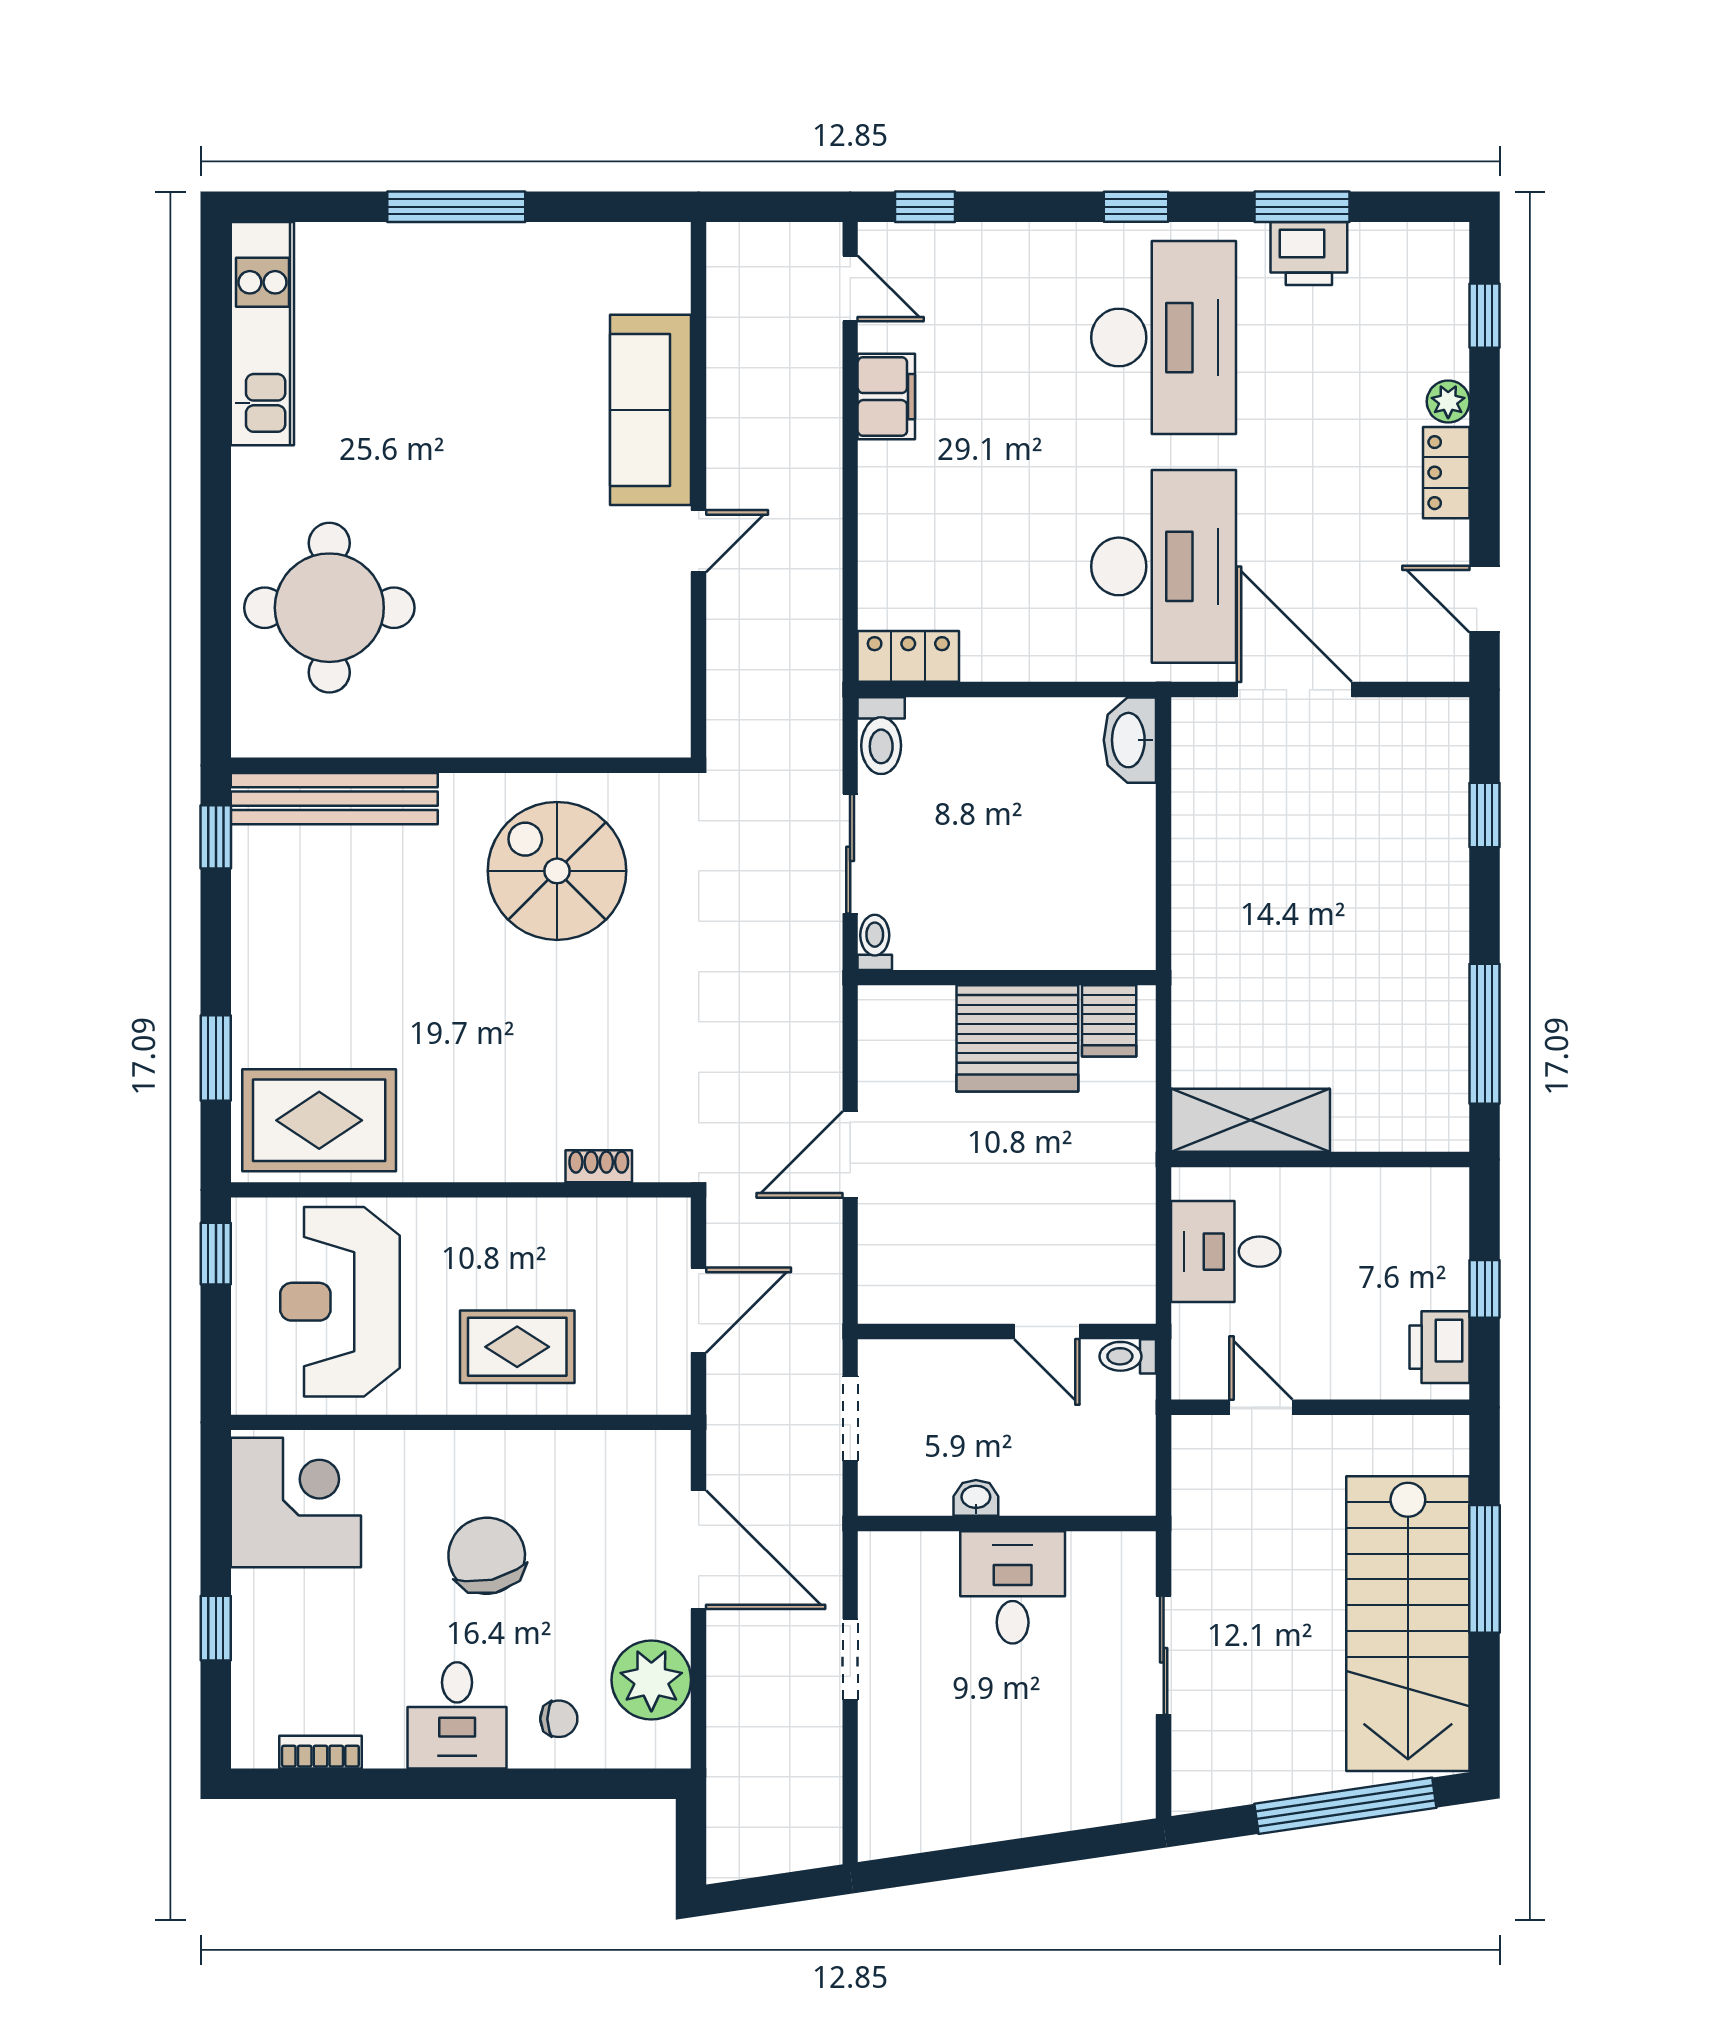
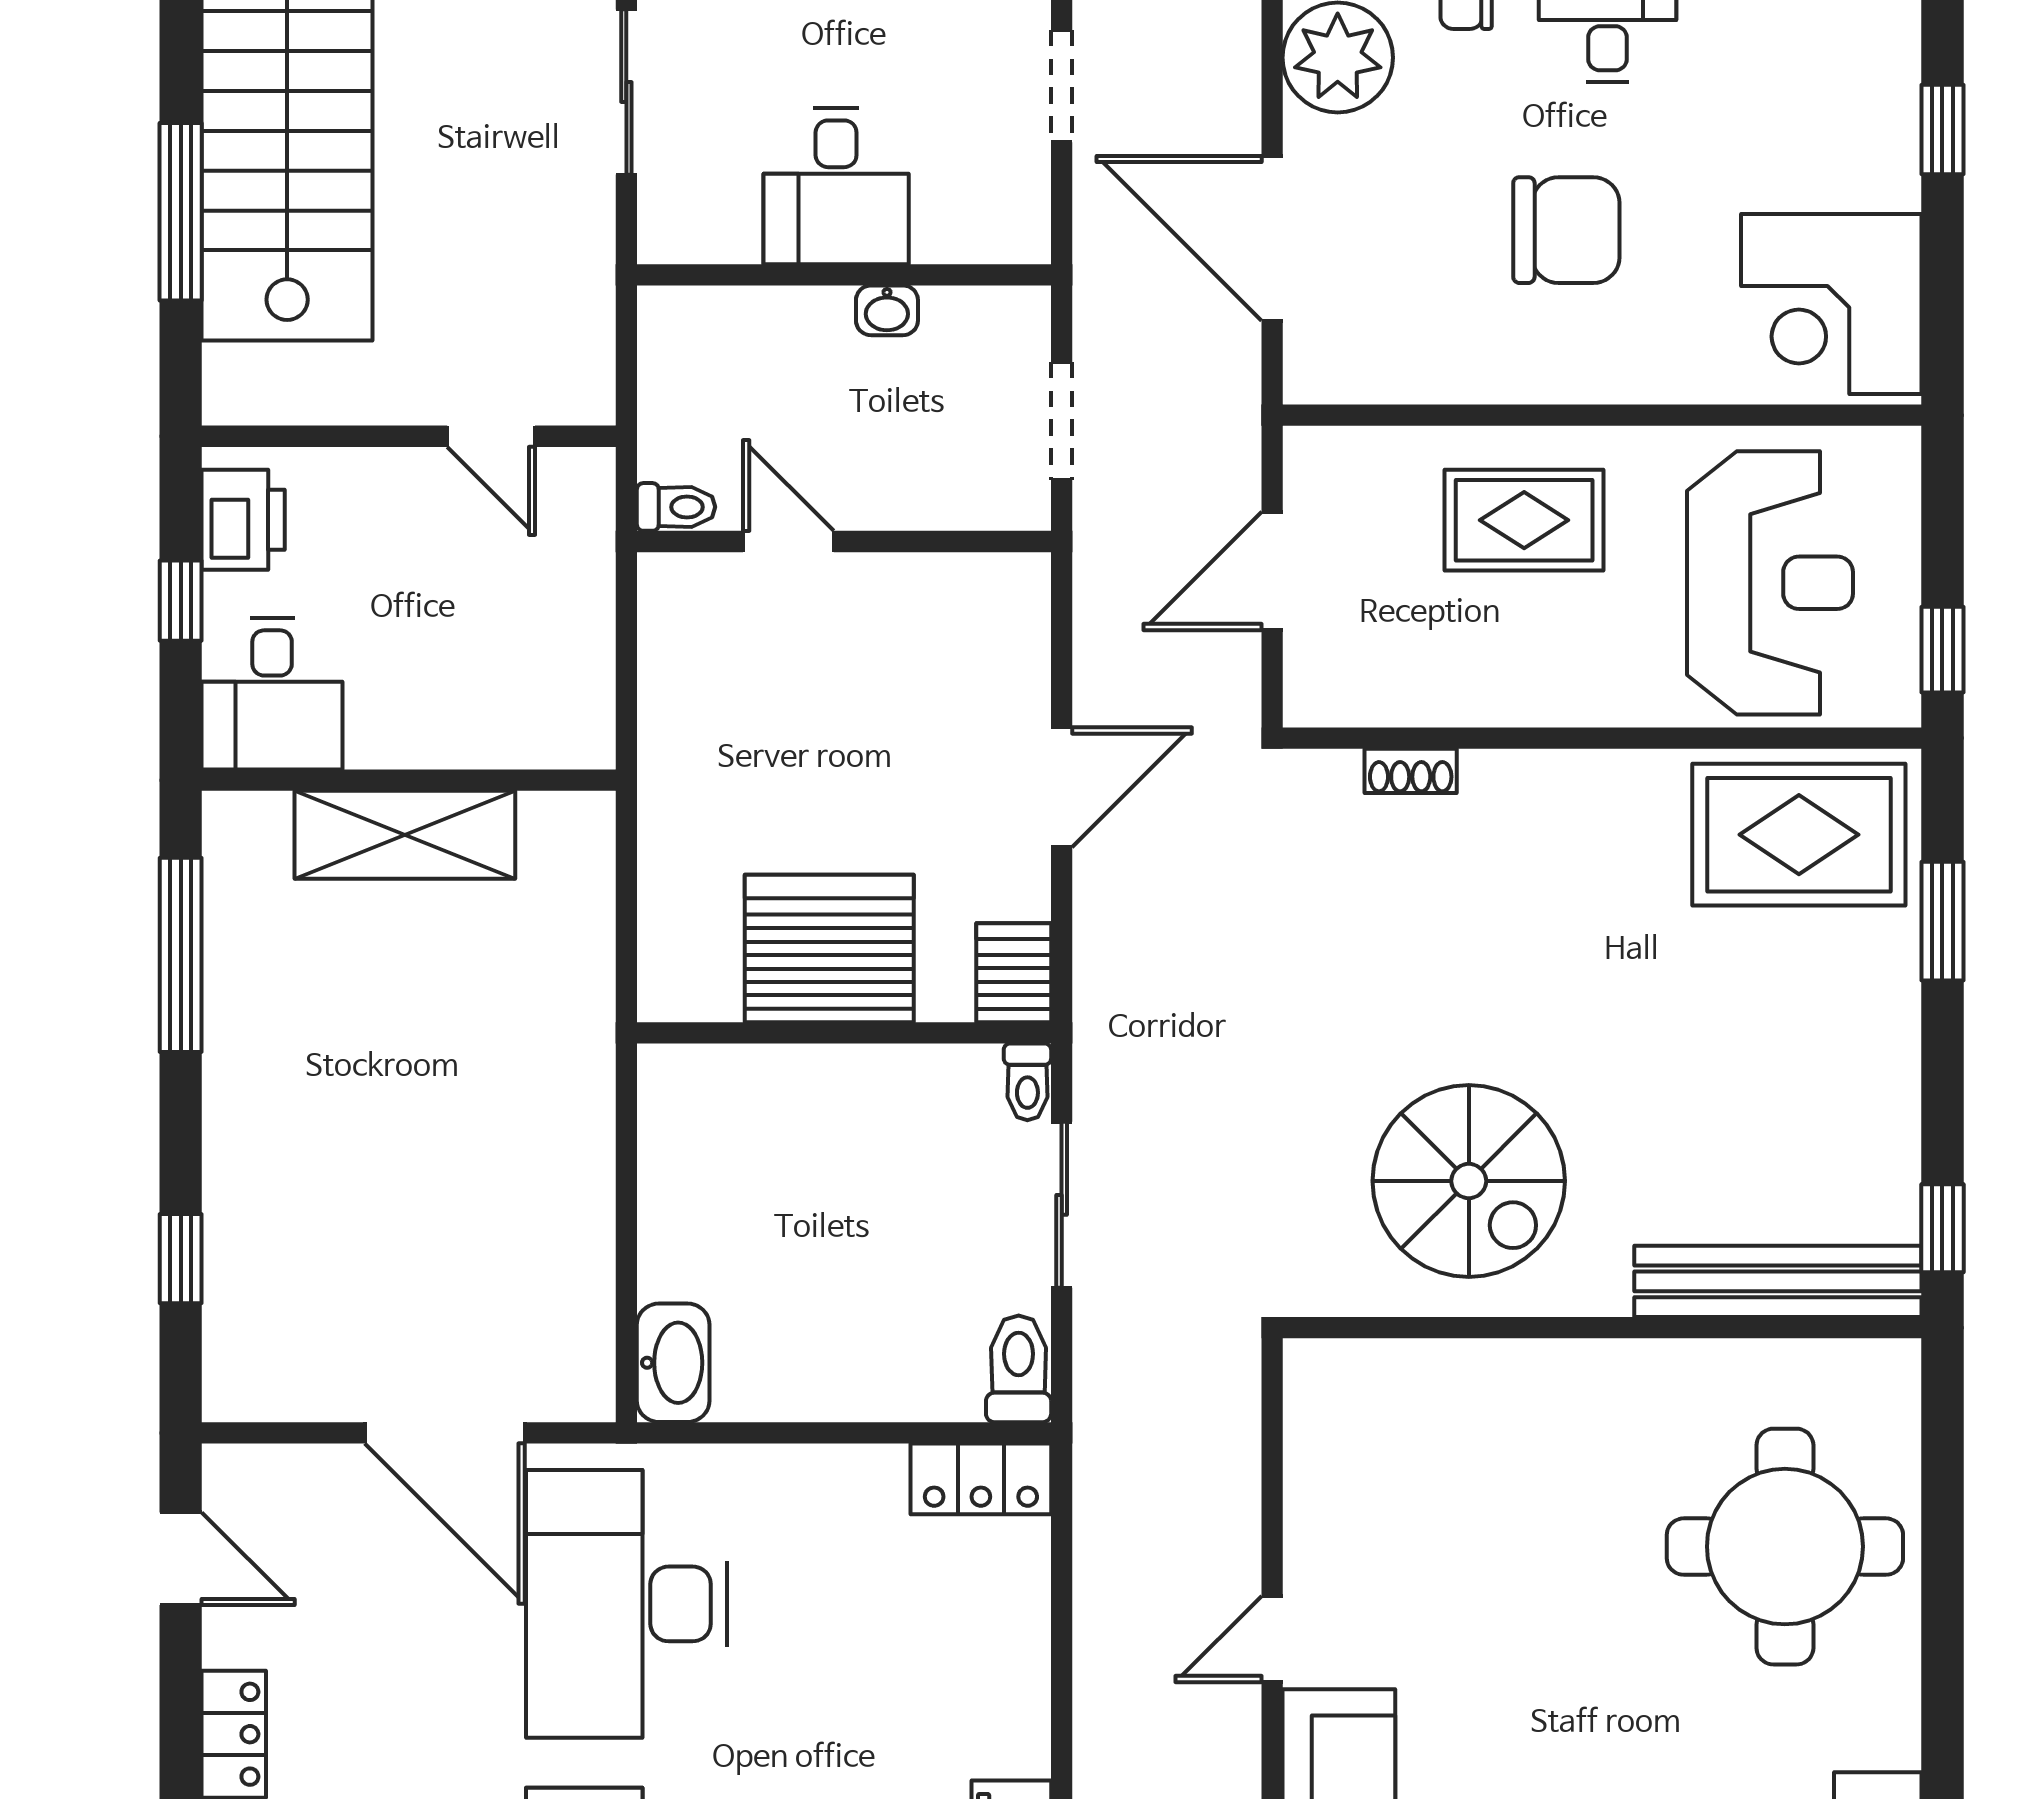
server rack: (1109, 1021) -> (1014, 973), moved
shelving: (1250, 1120) -> (405, 835), moved
desk: (1226, 1252) -> (272, 694), moved, turned 90
chair: (487, 1556) -> (1566, 230), turned -77

